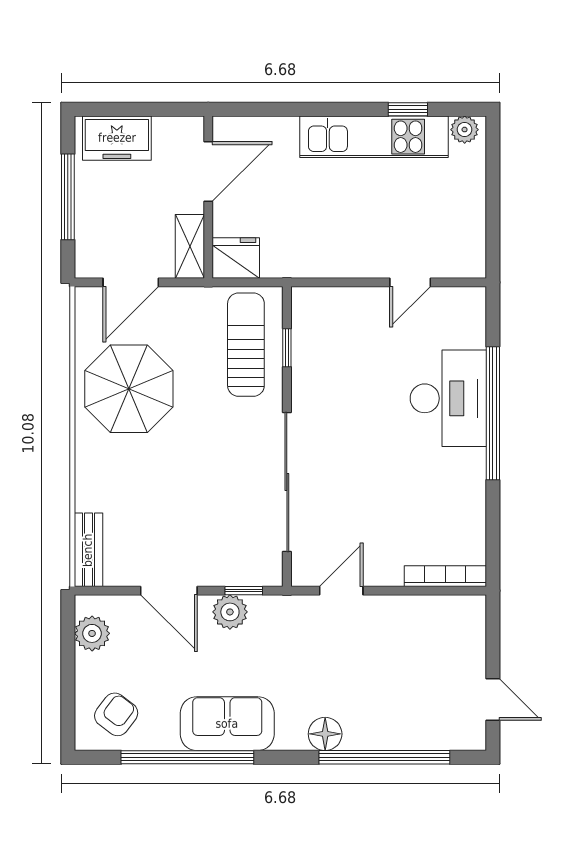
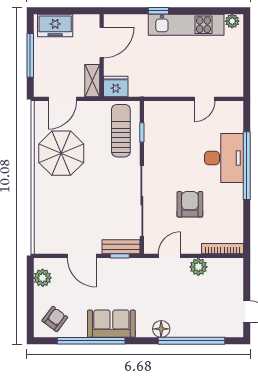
window: (408, 109) -> (158, 11), moved
armchair: (381, 489) -> (190, 204), added
bench: (88, 550) -> (121, 247), moved, turned 90
plant: (230, 612) -> (198, 267), moved

